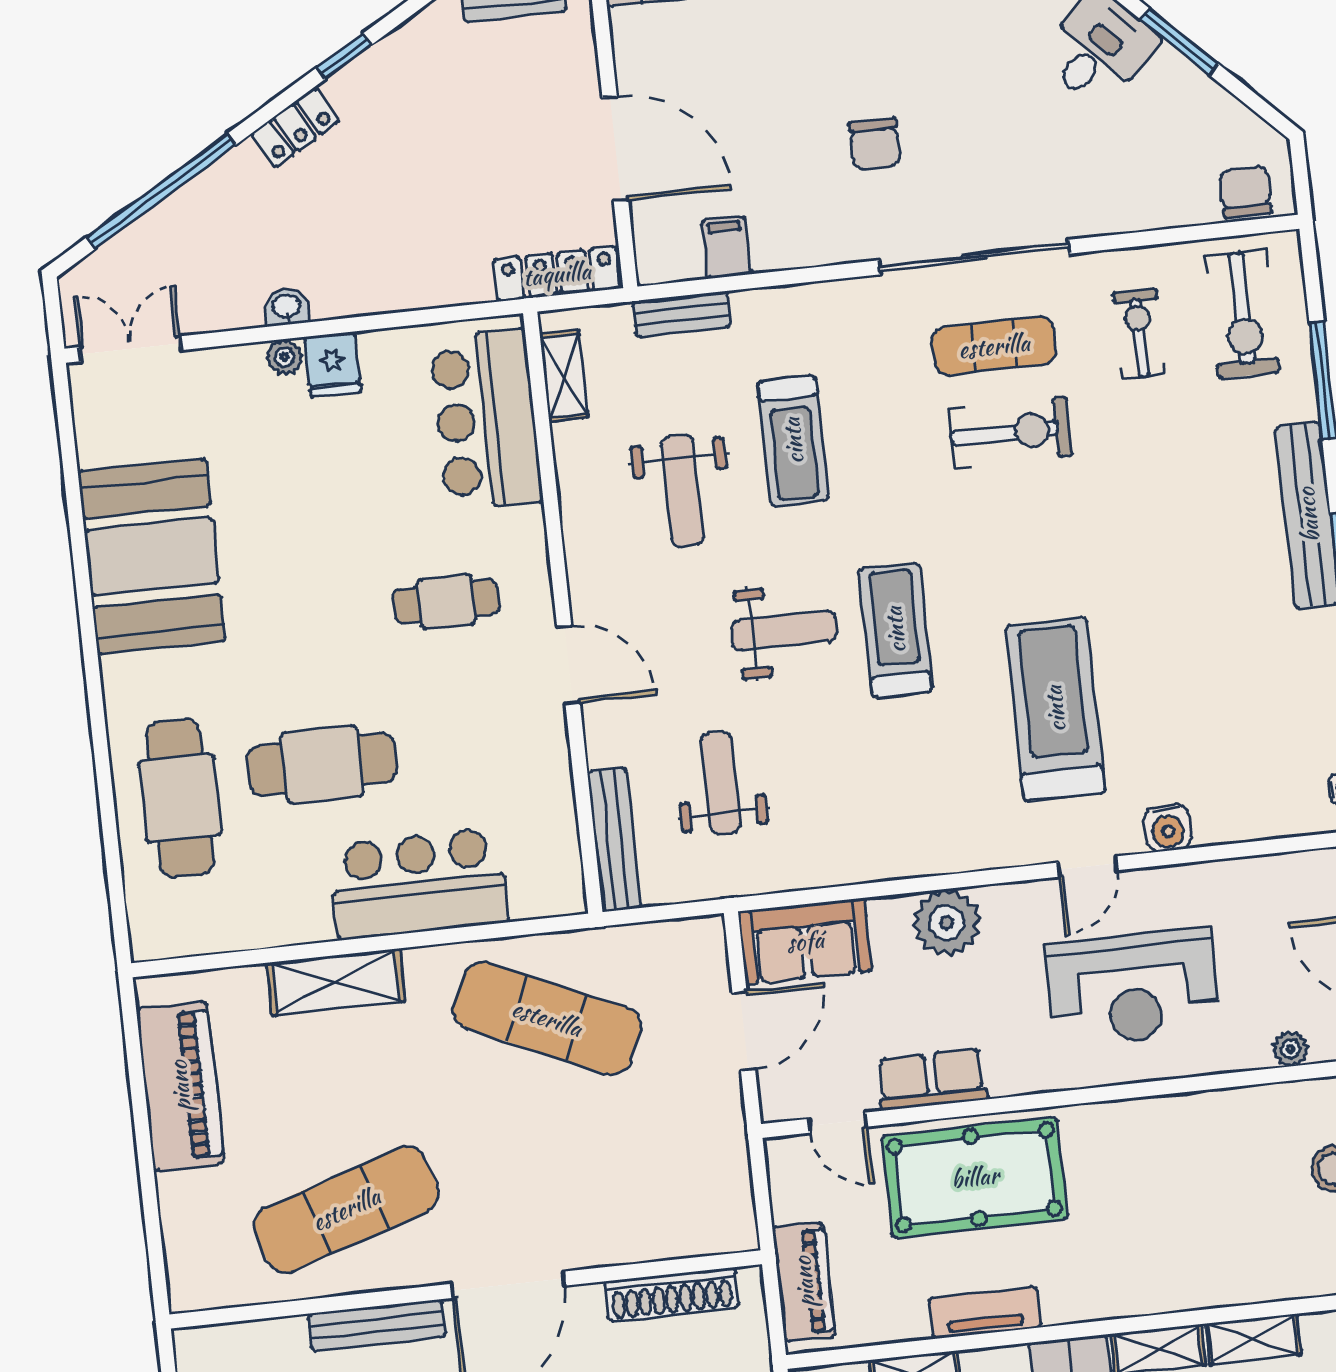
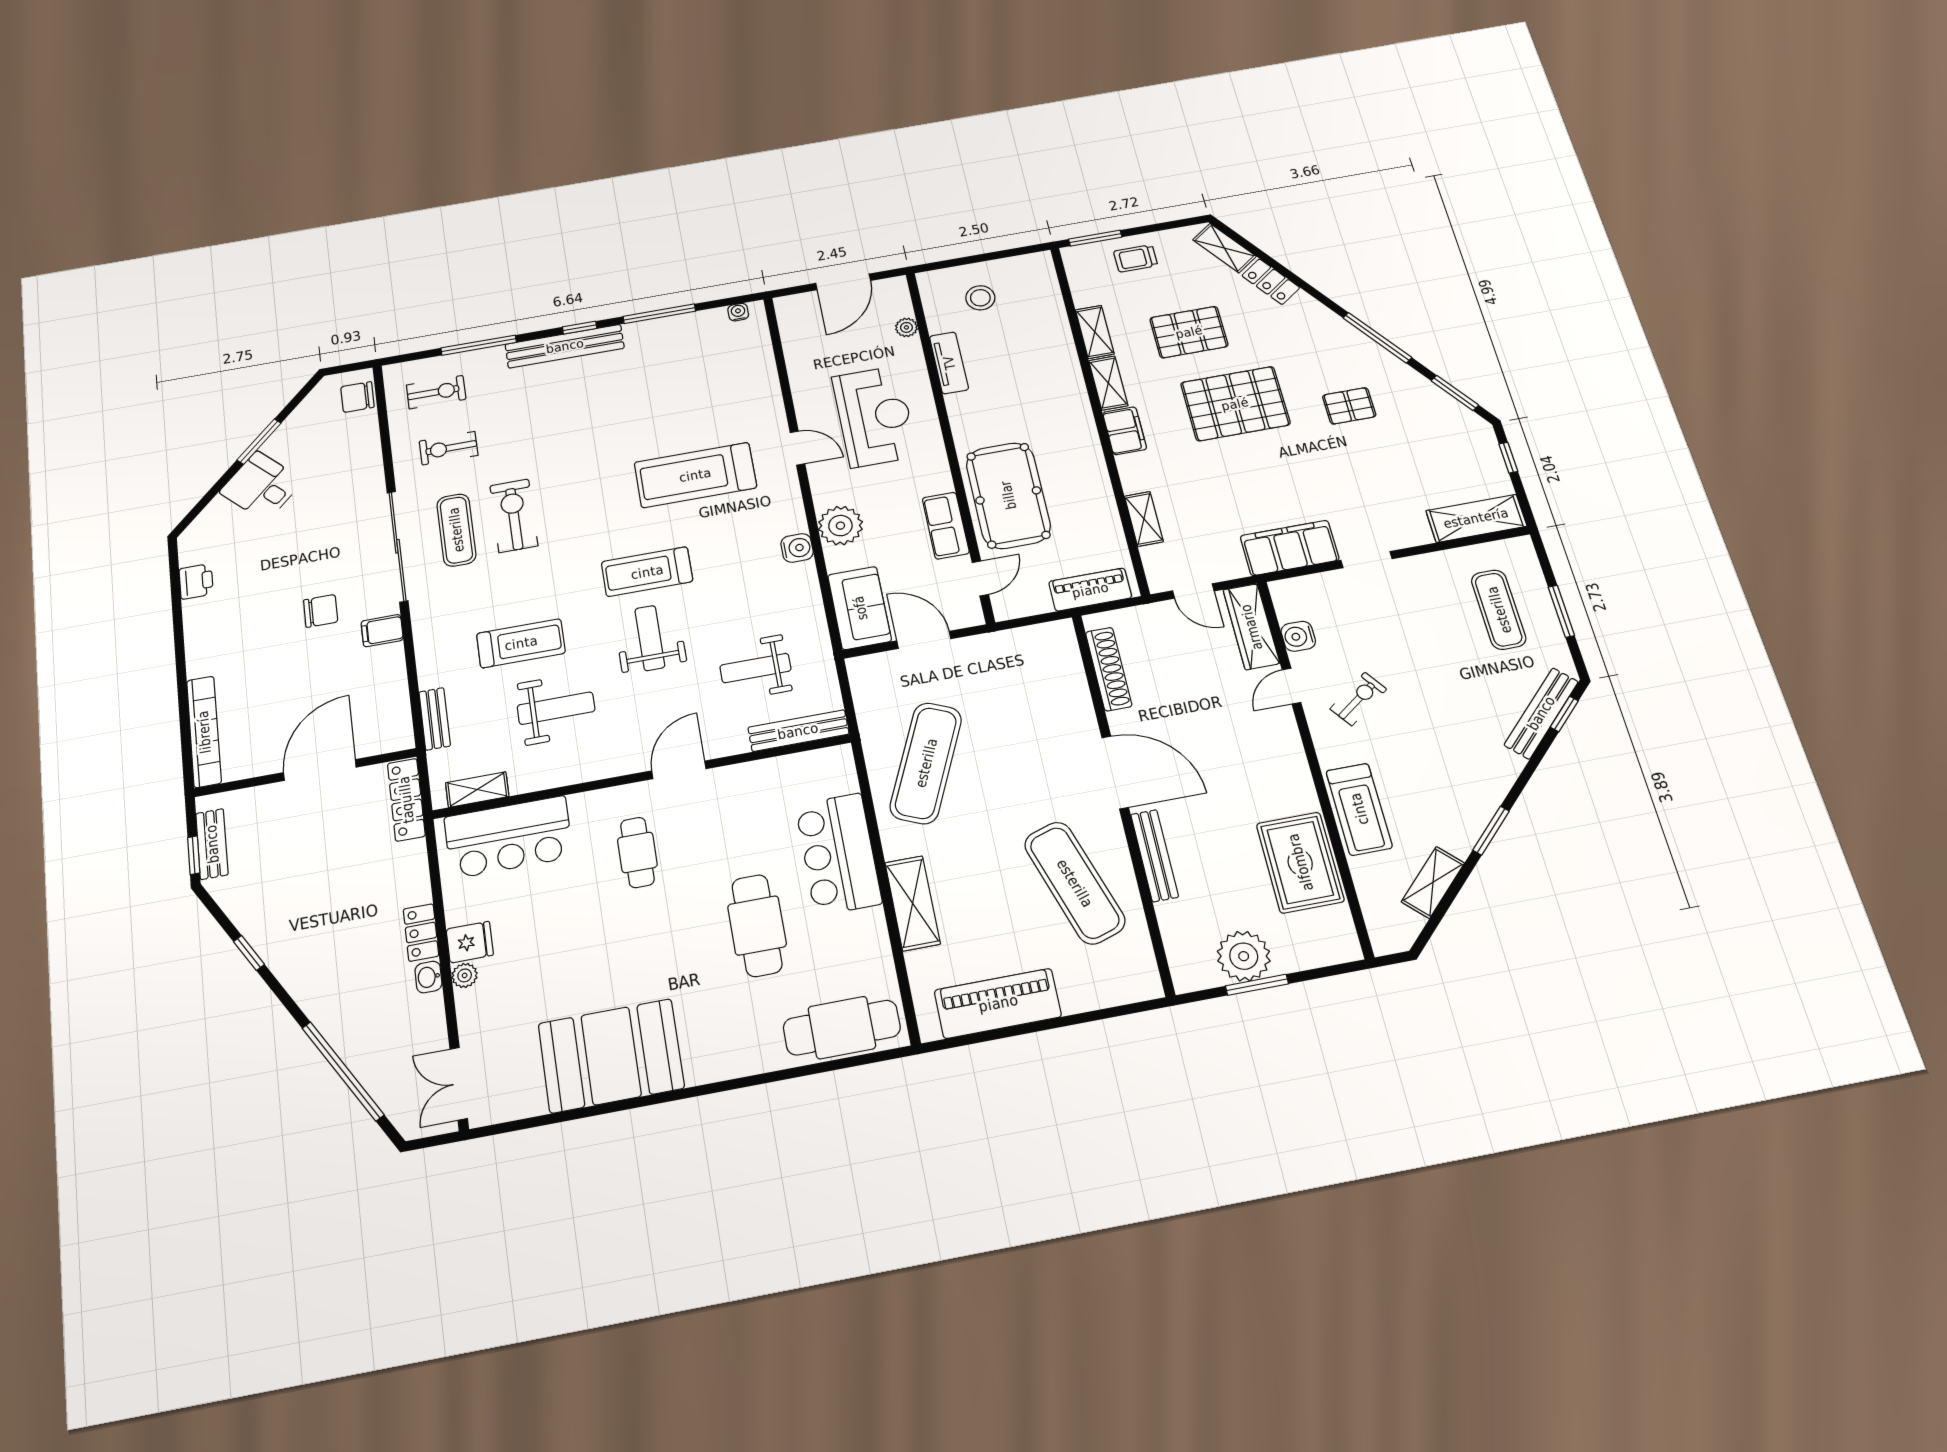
locker: (295, 127) -> (421, 933), moved, turned -150
filing cabinet: (726, 247) -> (382, 631), moved
exercise bike: (1243, 314) -> (436, 392), width x0.73, depth x0.72
cafe table: (180, 798) -> (842, 1028), moved
water cooler: (1168, 828) -> (797, 548), moved
tv unit: (985, 1313) -> (949, 363), moved, turned 180

